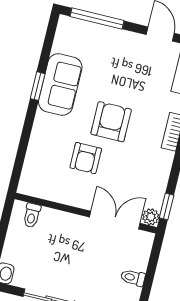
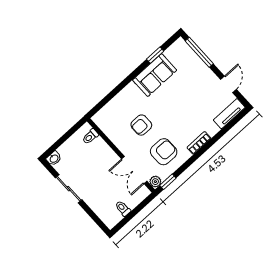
window: (38, 86) -> (155, 55), moved
armchair: (111, 122) -> (164, 152), moved
double door: (115, 220) -> (134, 170), swing flipped

